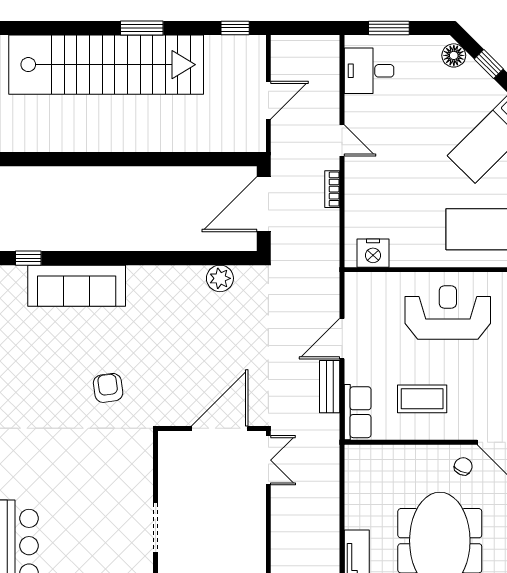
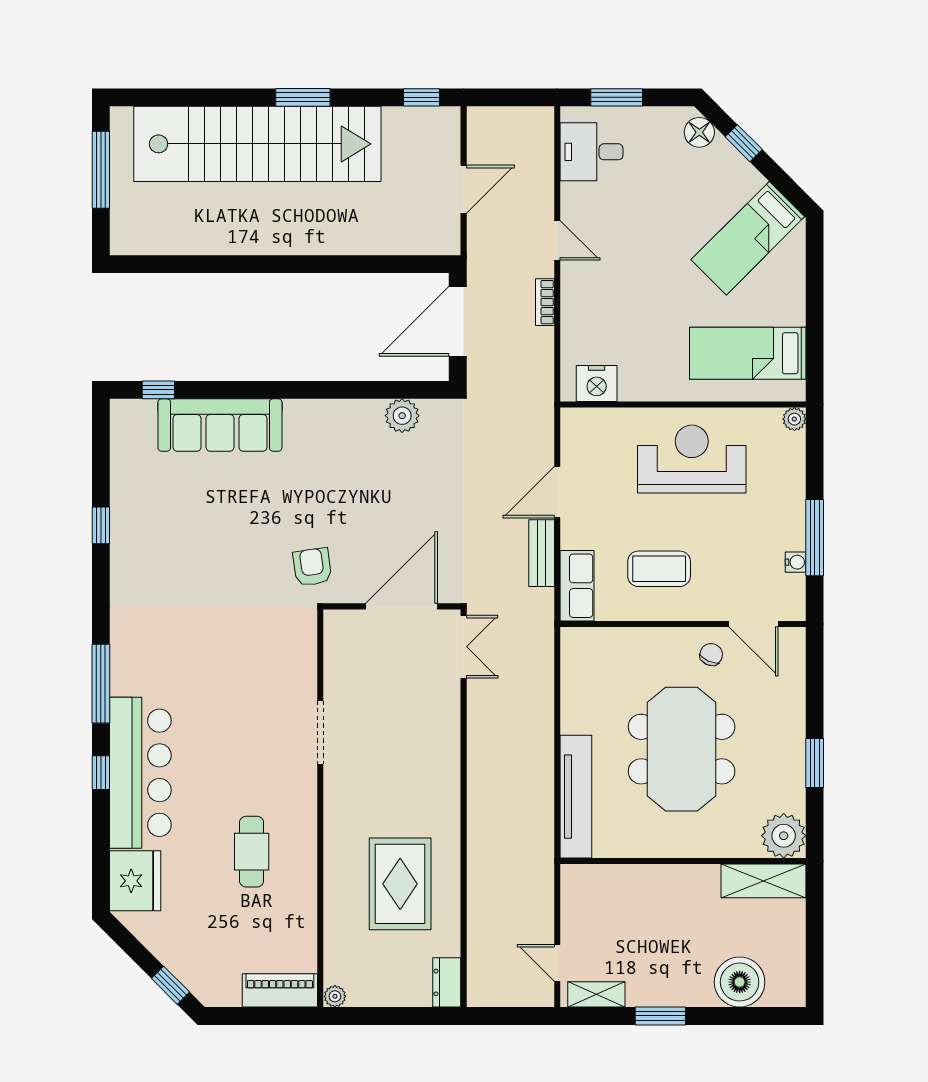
armchair: (108, 388) -> (312, 567), moved

